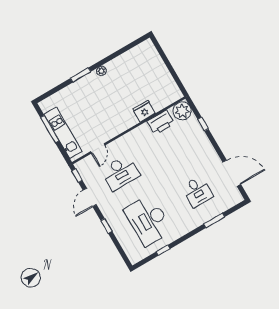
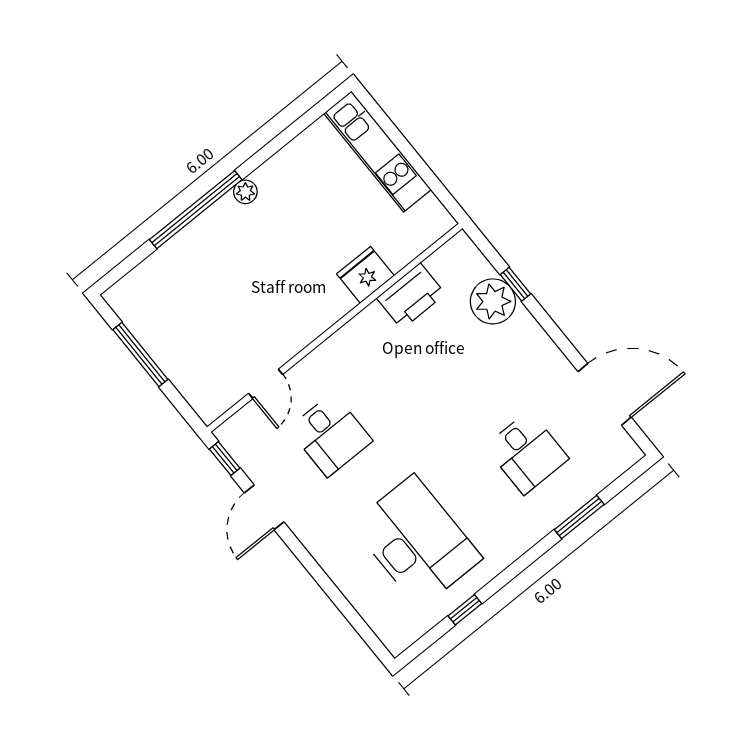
window: (81, 75) -> (196, 210), width x2.11
plant: (182, 111) -> (493, 301), moved
kitchen unit: (63, 133) -> (377, 152), moved, turned 180
desk: (120, 173) -> (330, 435), width x0.73
desk: (148, 220) -> (417, 542), turned 180
window: (106, 226) -> (316, 571), removed

